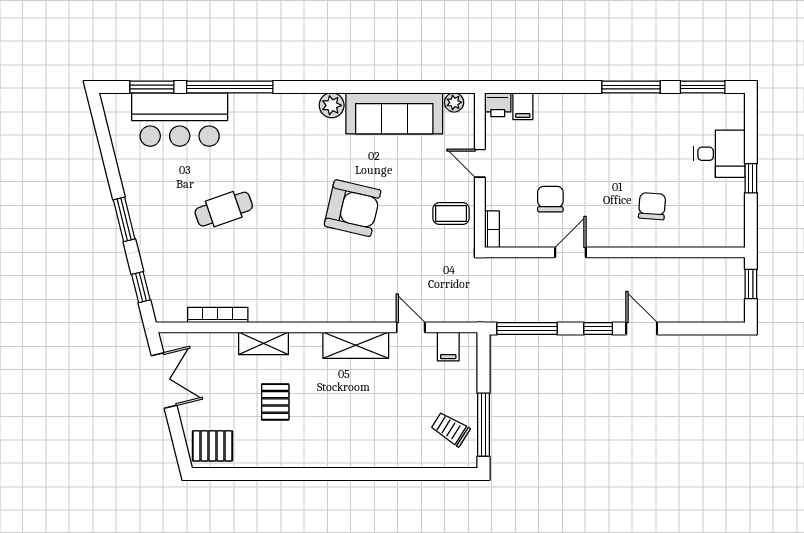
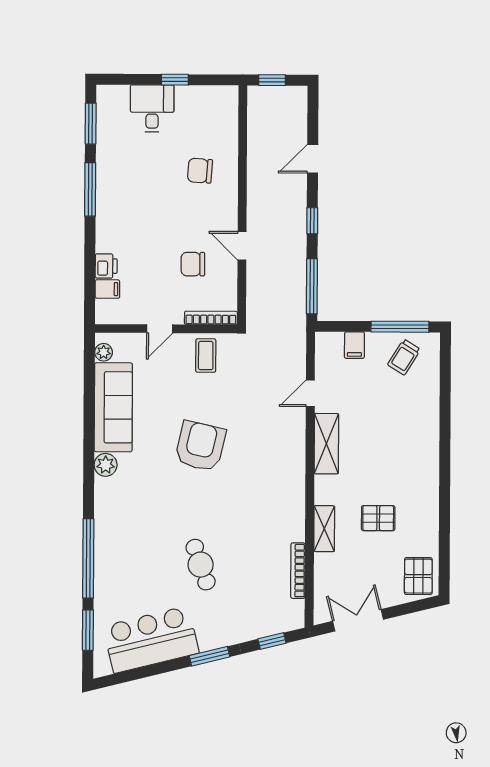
printer: (498, 105) -> (106, 266), moved
bar counter: (180, 120) -> (151, 640), moved, turned -104
bookcase: (492, 229) -> (211, 318), width x1.56
door: (642, 329) -> (313, 159), moved
filing cabinet: (448, 347) -> (354, 345), moved, turned 90

